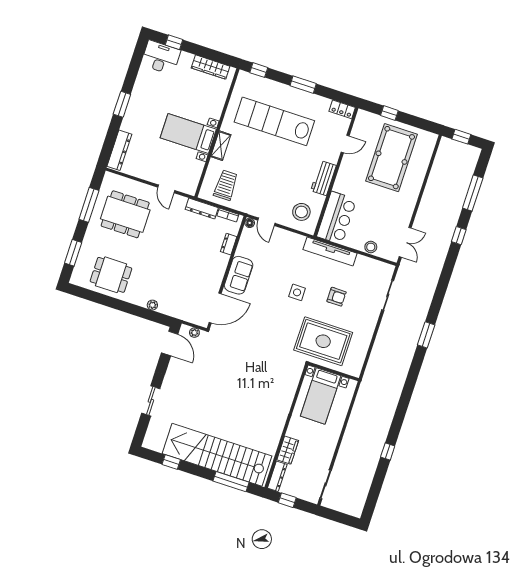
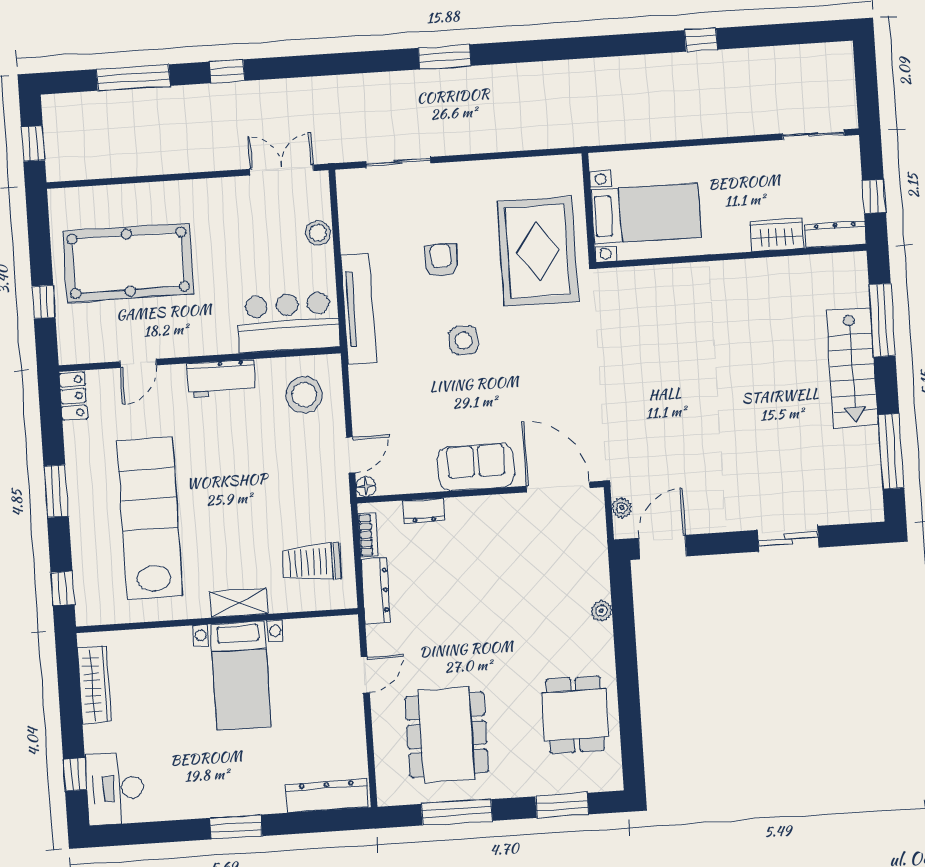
lab bench: (274, 121) -> (150, 518), turned 180
door: (345, 144) -> (138, 363), swing flipped
stairs: (217, 455) -> (852, 367), width x0.54, depth x0.66
window: (171, 462) -> (891, 451), width x2.17

